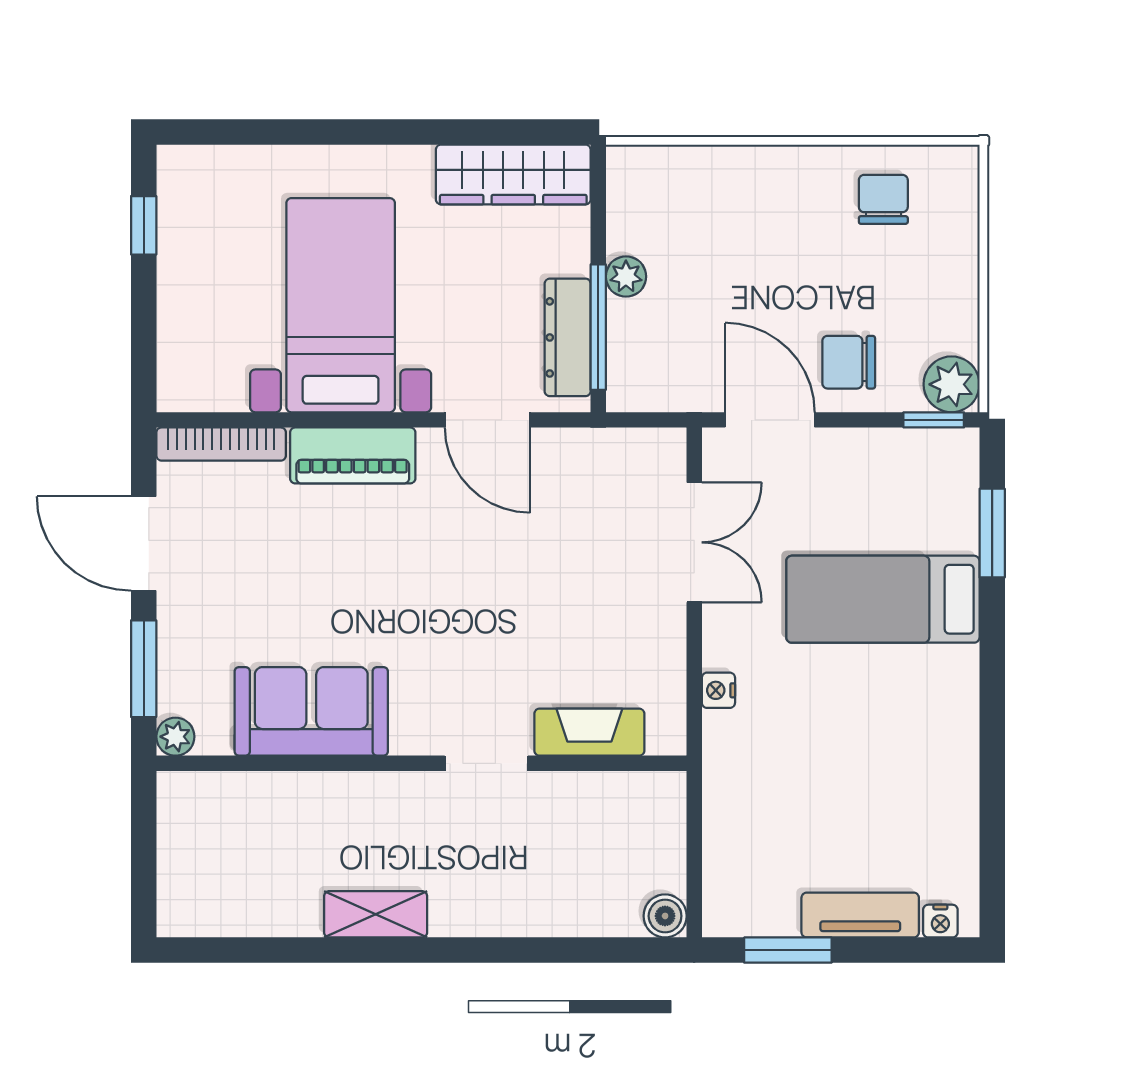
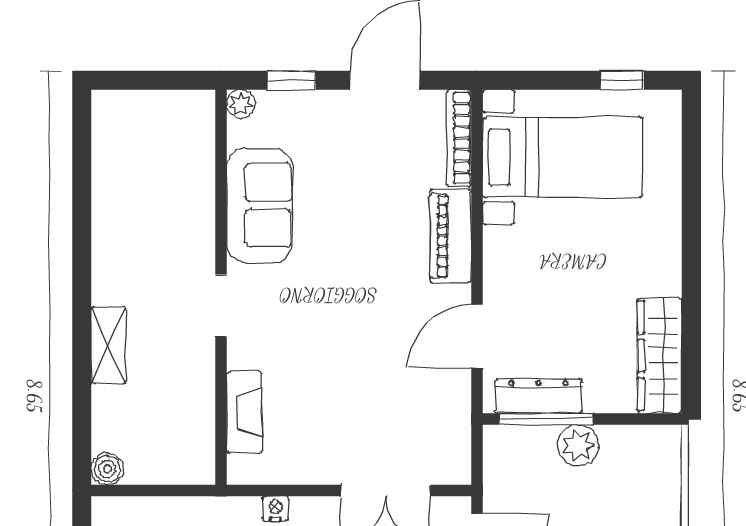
plant: (626, 277) -> (578, 445), width x1.38, depth x1.38
bed with nightstands: (341, 305) -> (562, 157), moved
window: (144, 669) -> (291, 80), width x0.67
doorway: (486, 763) -> (221, 306), moved
shelving: (376, 914) -> (108, 345), moved

